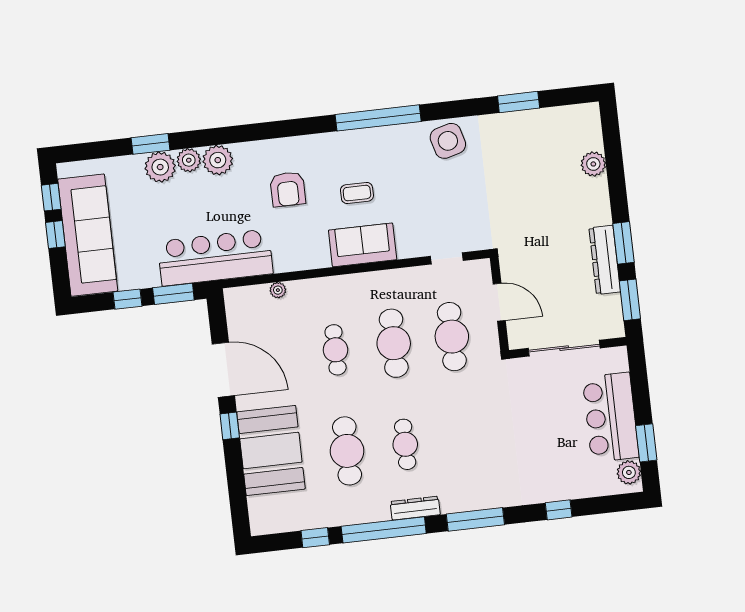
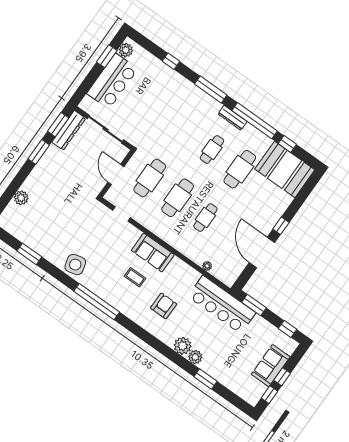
plant: (160, 167) -> (210, 365), removed
sofa: (88, 235) -> (271, 366), width x0.54, depth x0.79
dresser: (605, 260) -> (69, 130), moved
window: (127, 299) -> (288, 329), moved
booth: (271, 450) -> (285, 169), moved, turned 90

